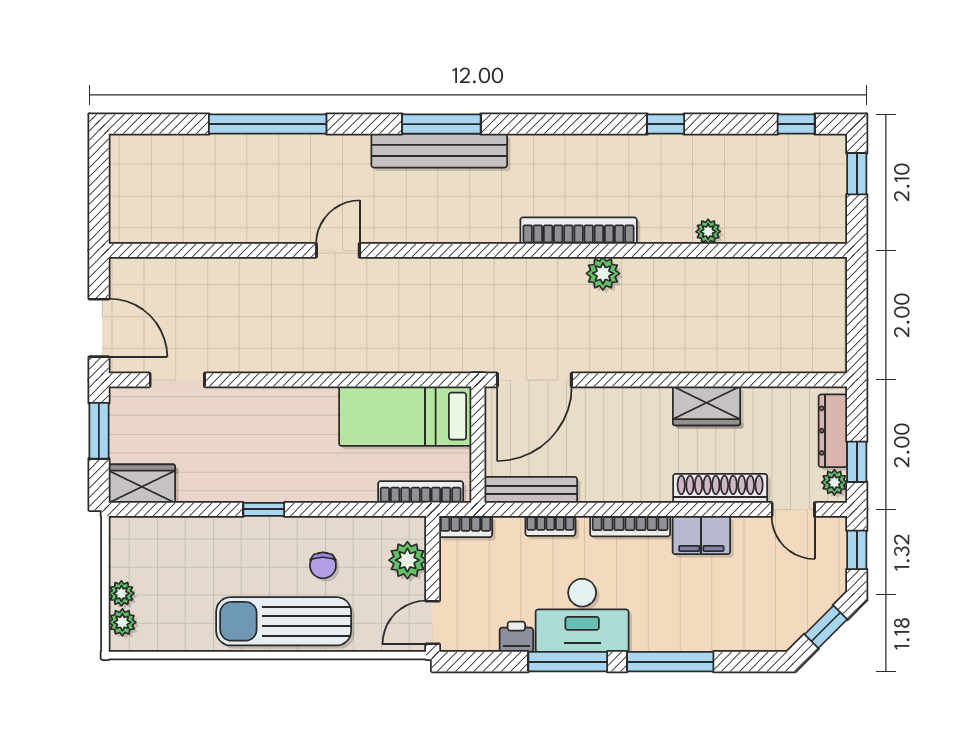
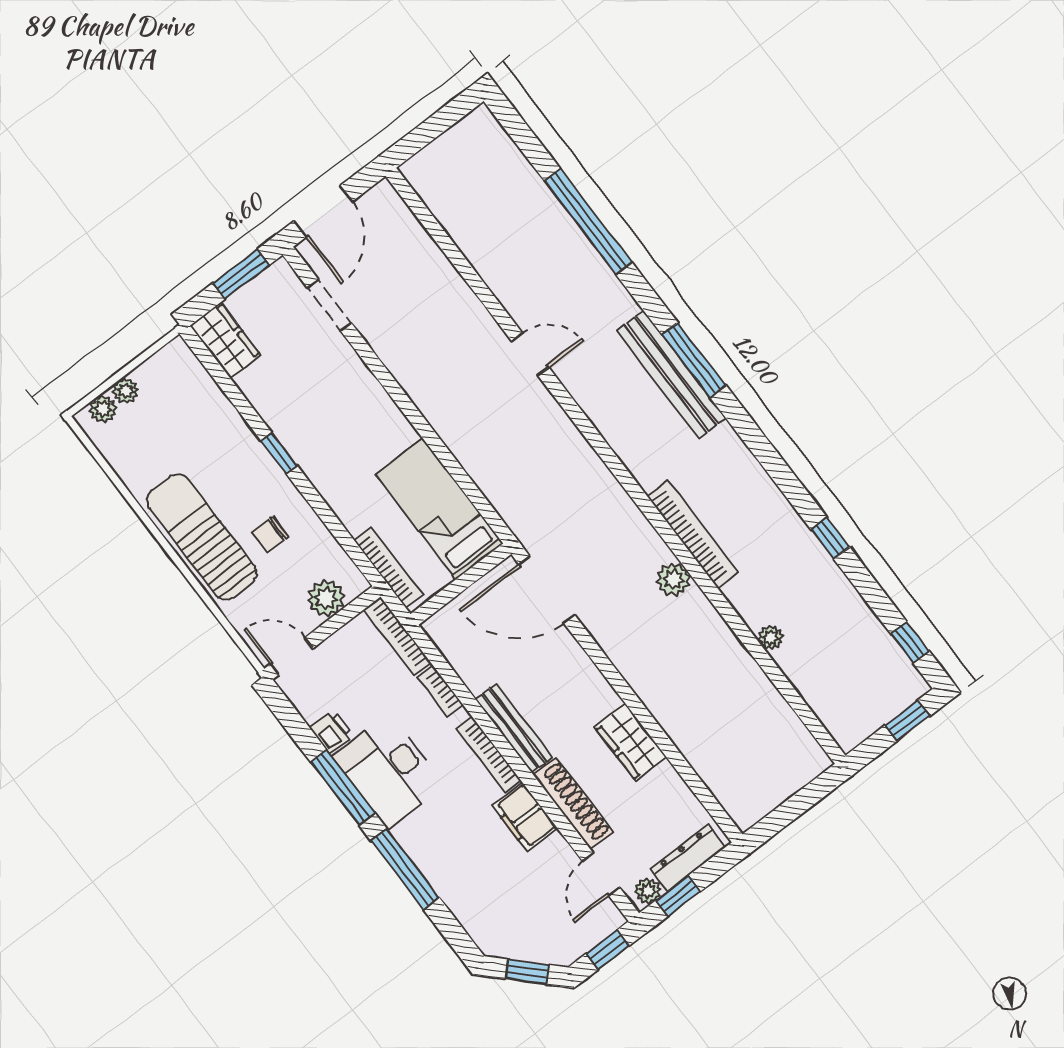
bench: (531, 490) -> (514, 728), moved
bookcase: (466, 527) -> (397, 636), width x1.56

